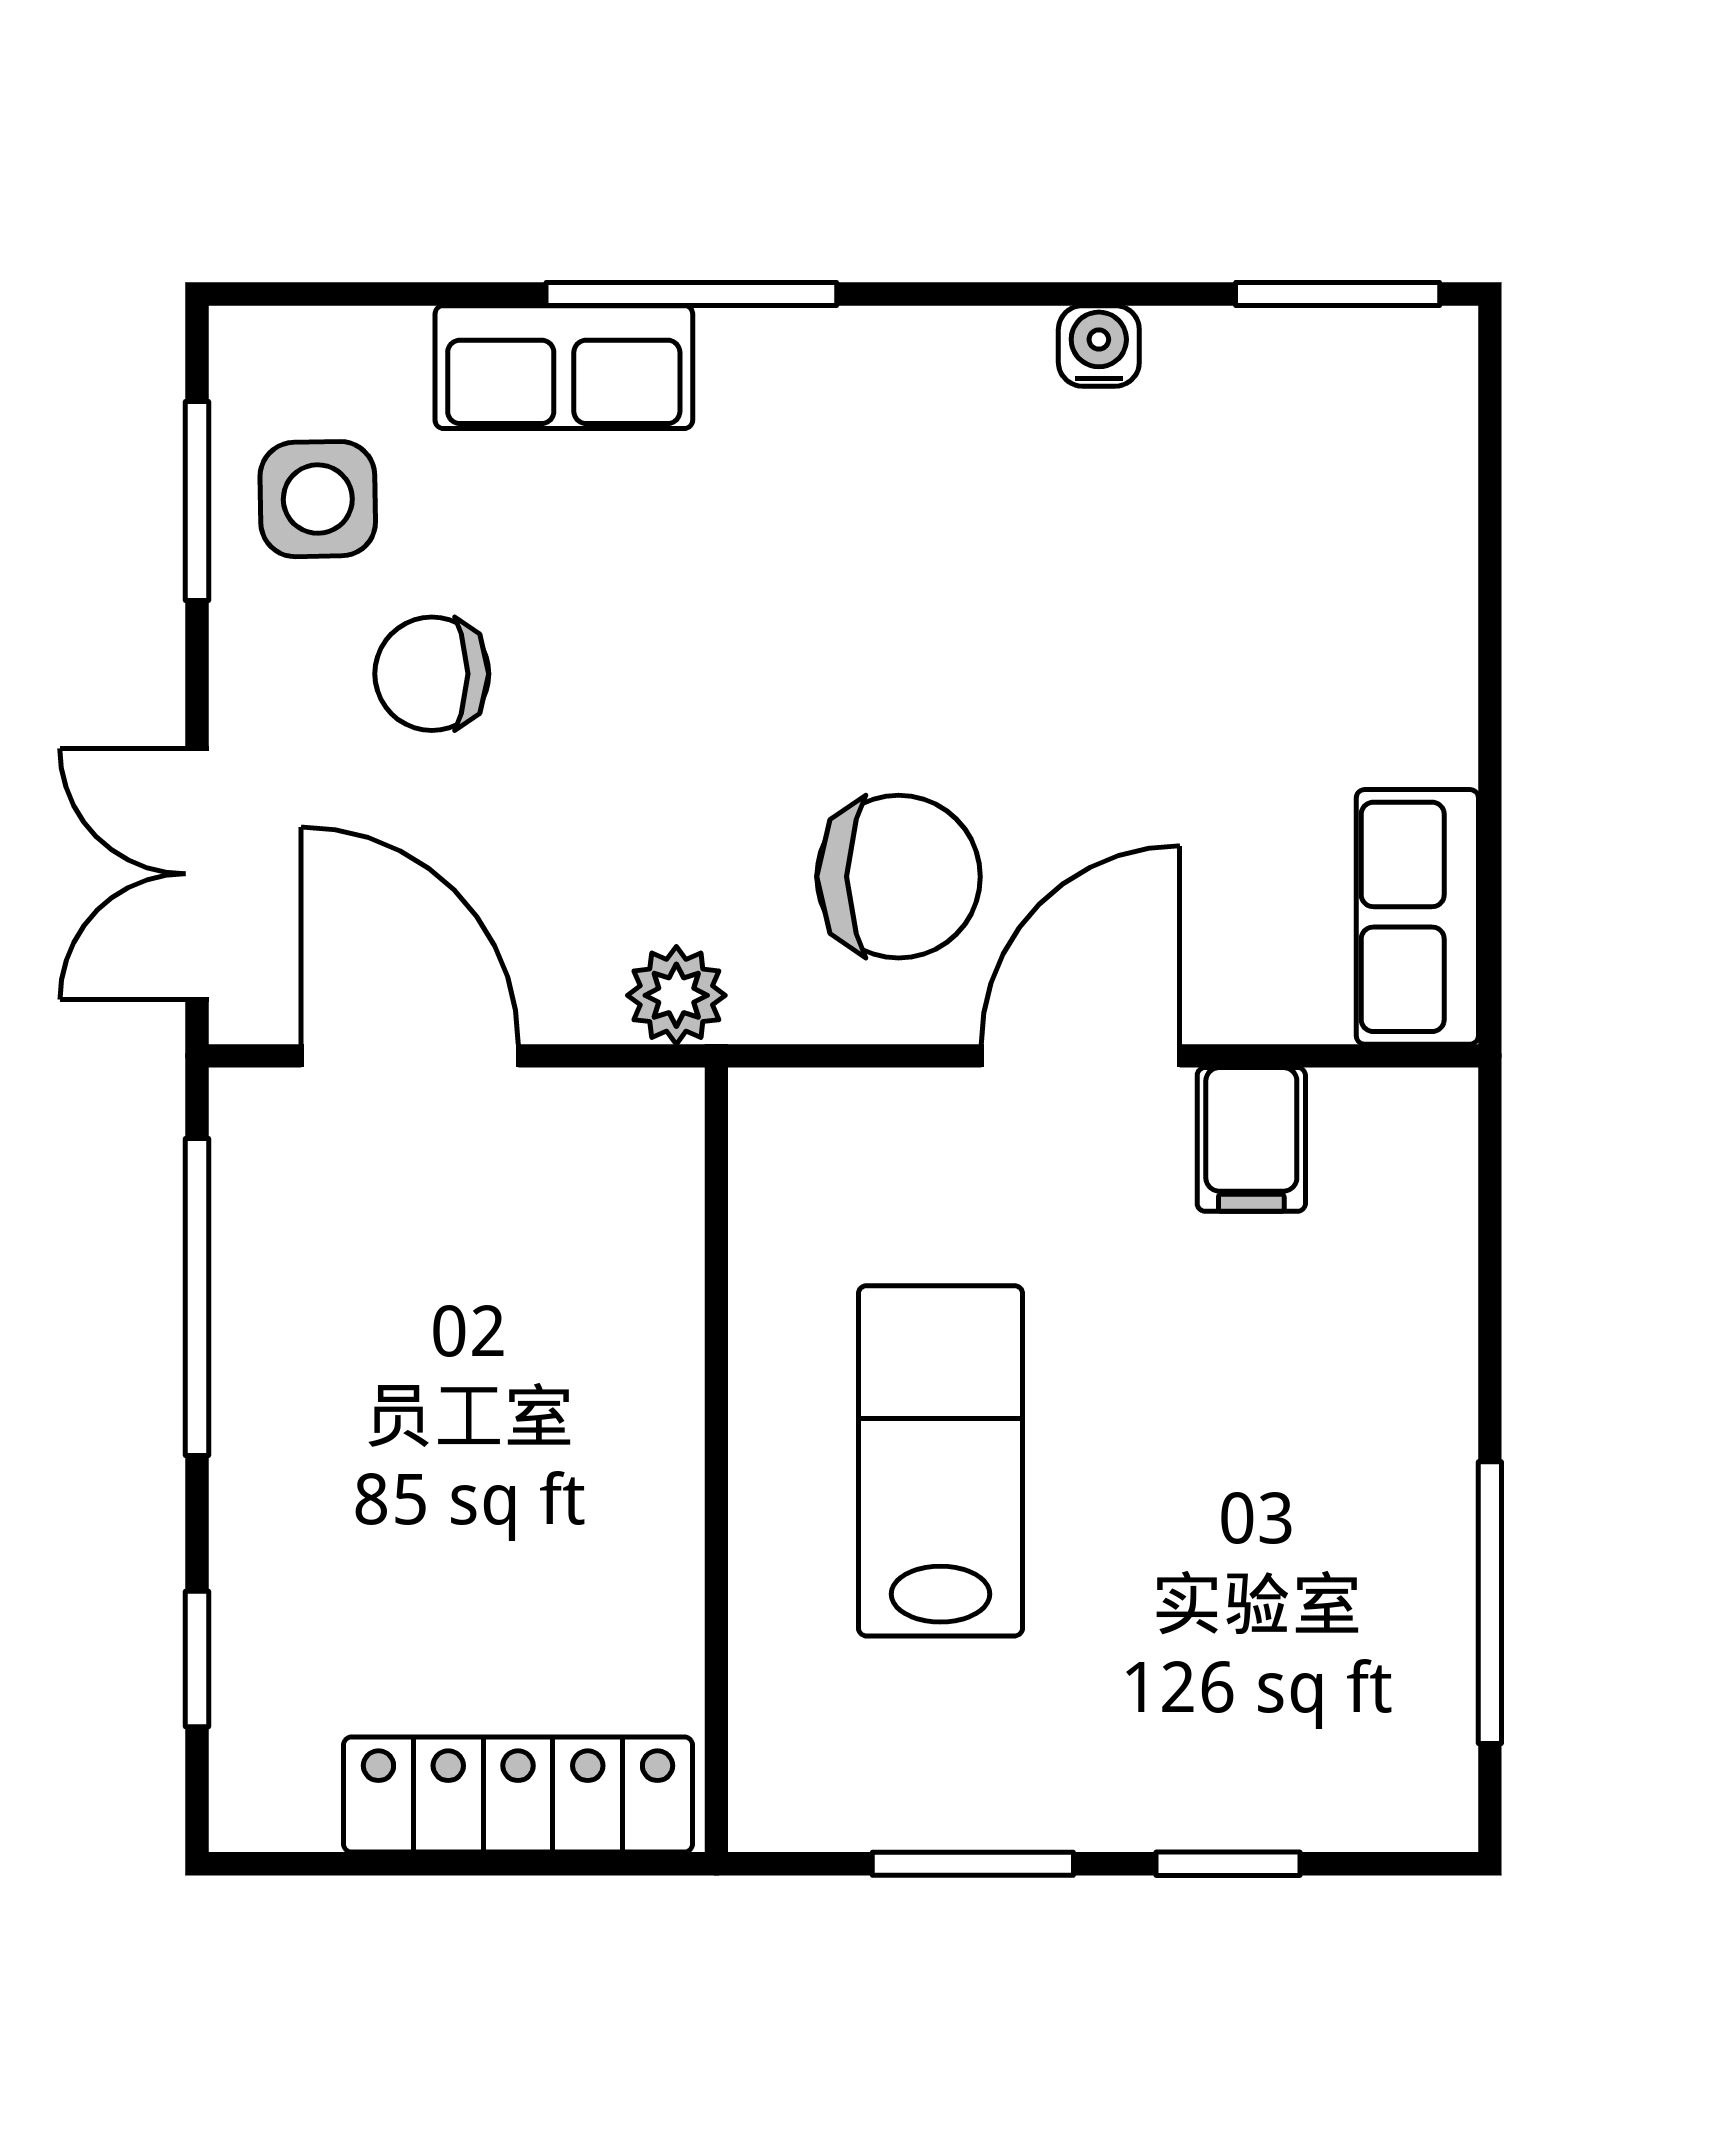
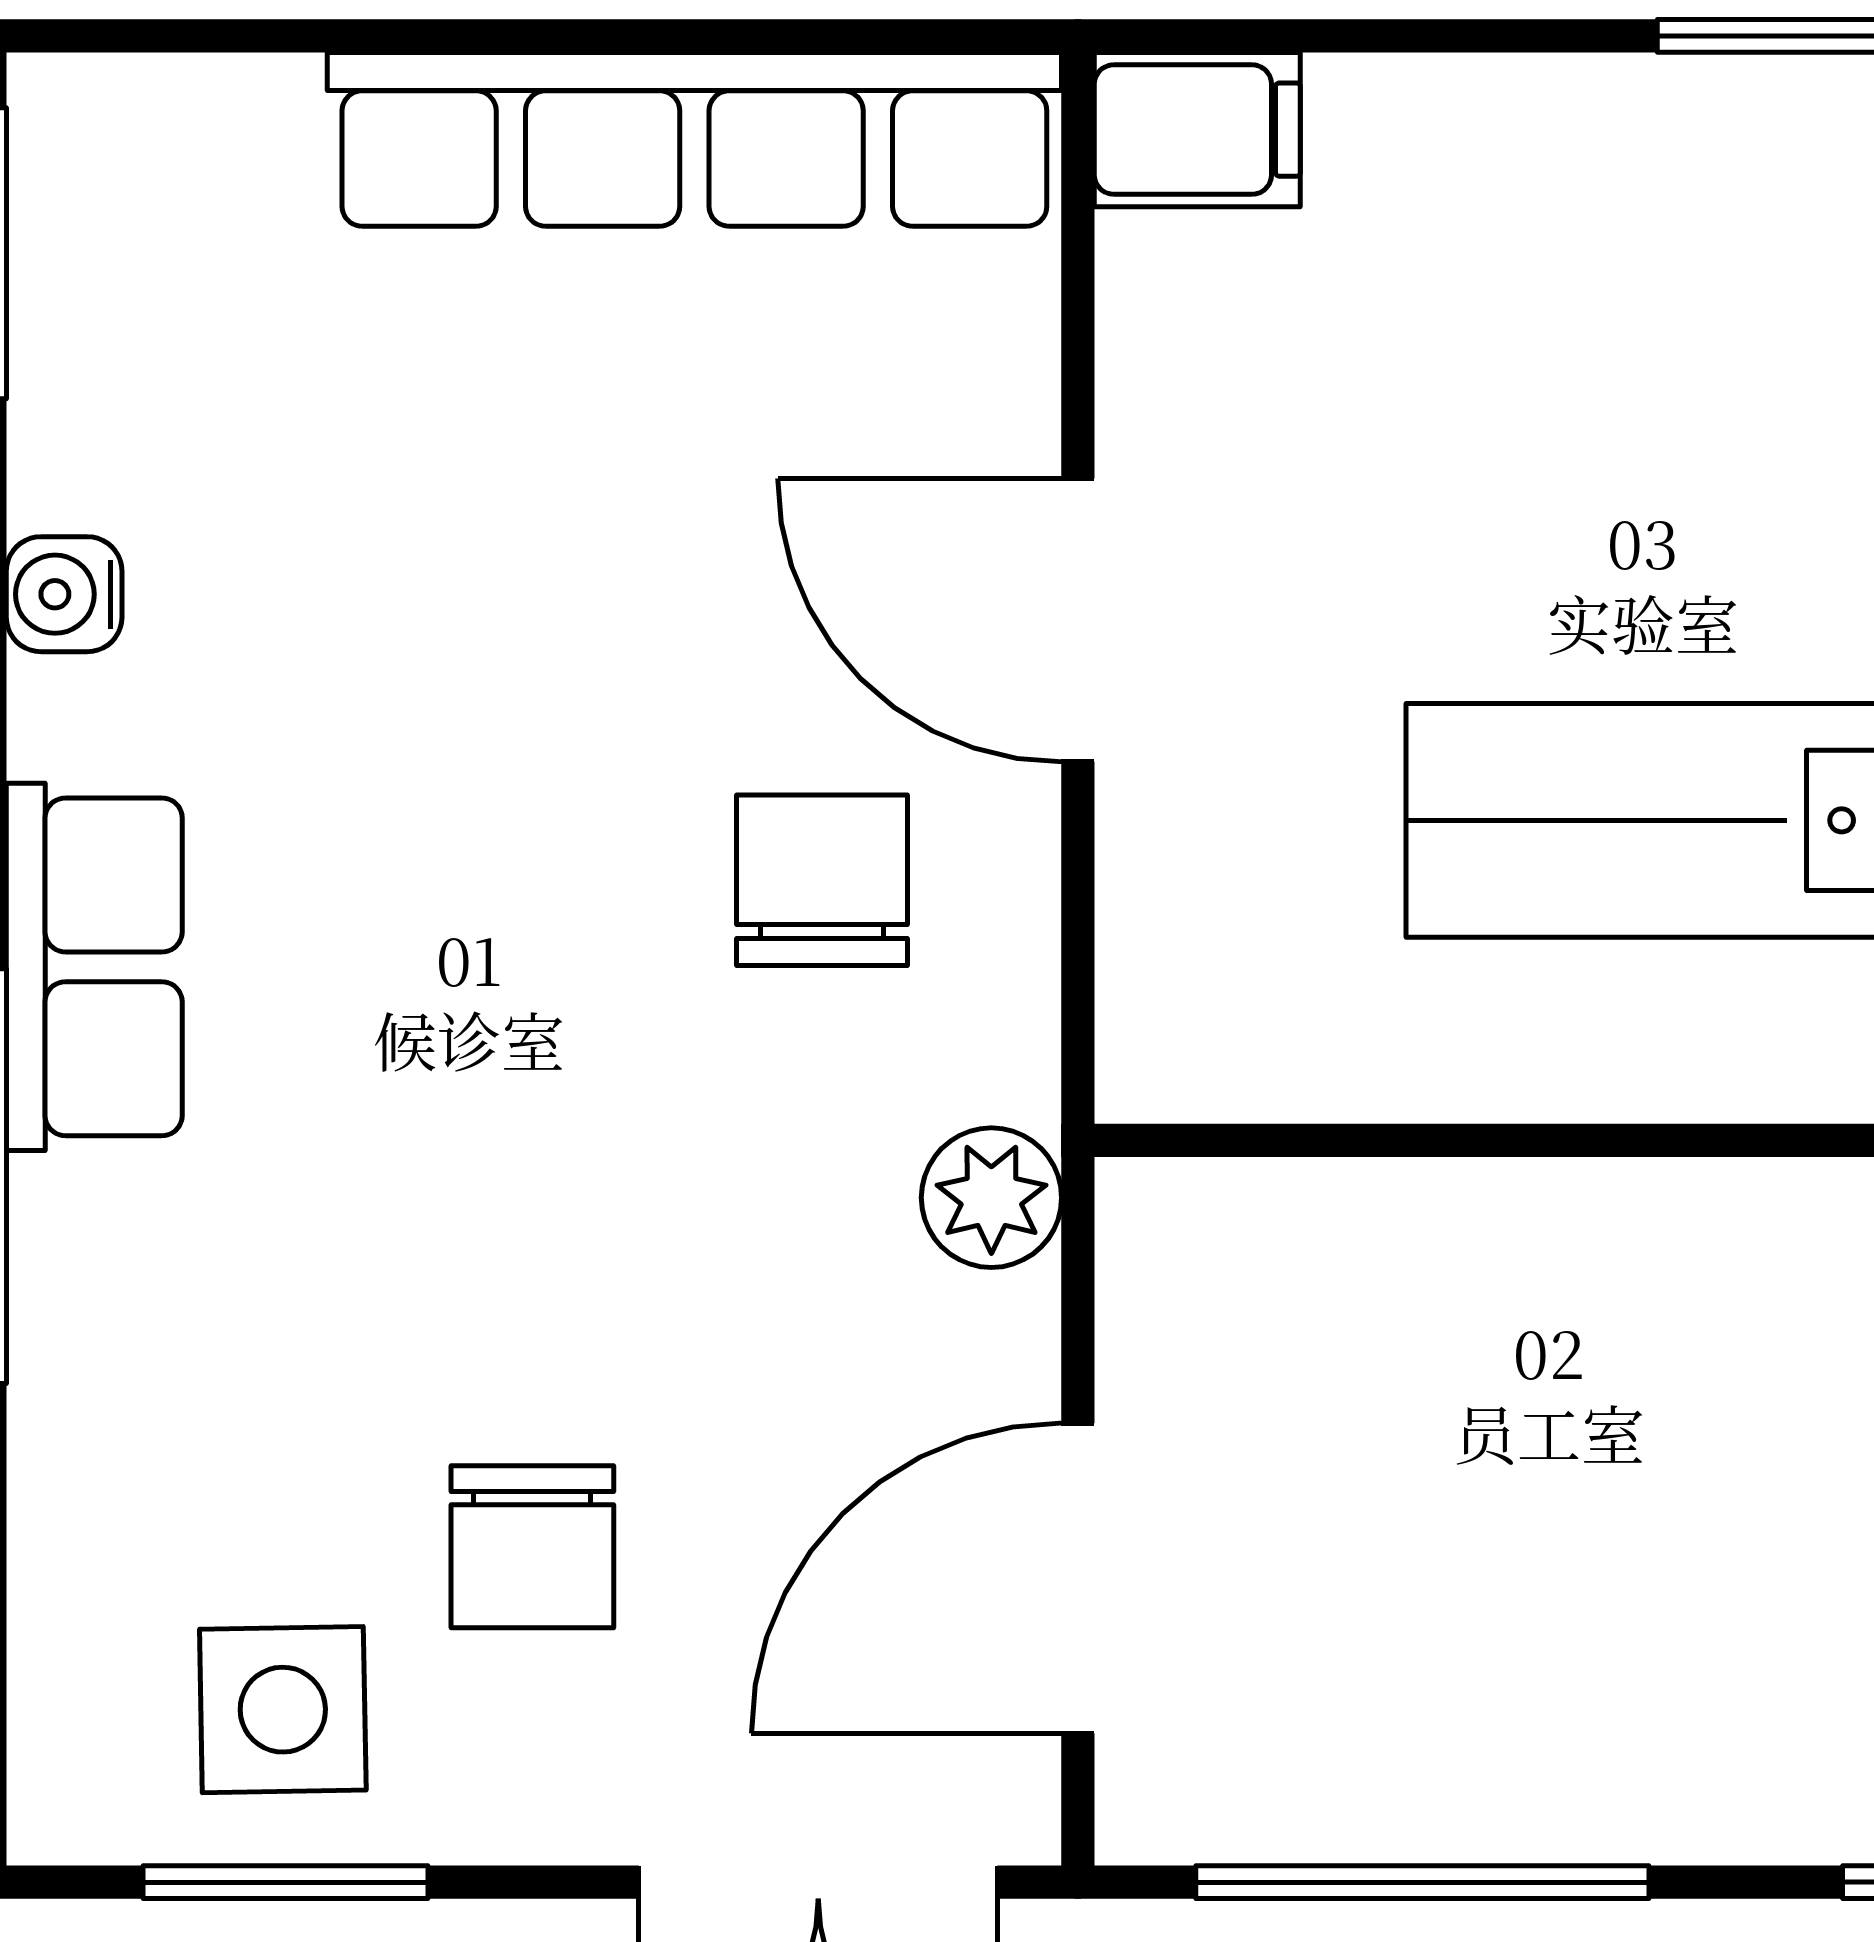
row of seats: (564, 367) -> (94, 967), moved
chair: (899, 877) -> (822, 880), width x0.73, depth x0.73
row of seats: (1417, 917) -> (694, 139), width x2.02
filing cabinet: (1251, 1139) -> (1197, 130), moved

